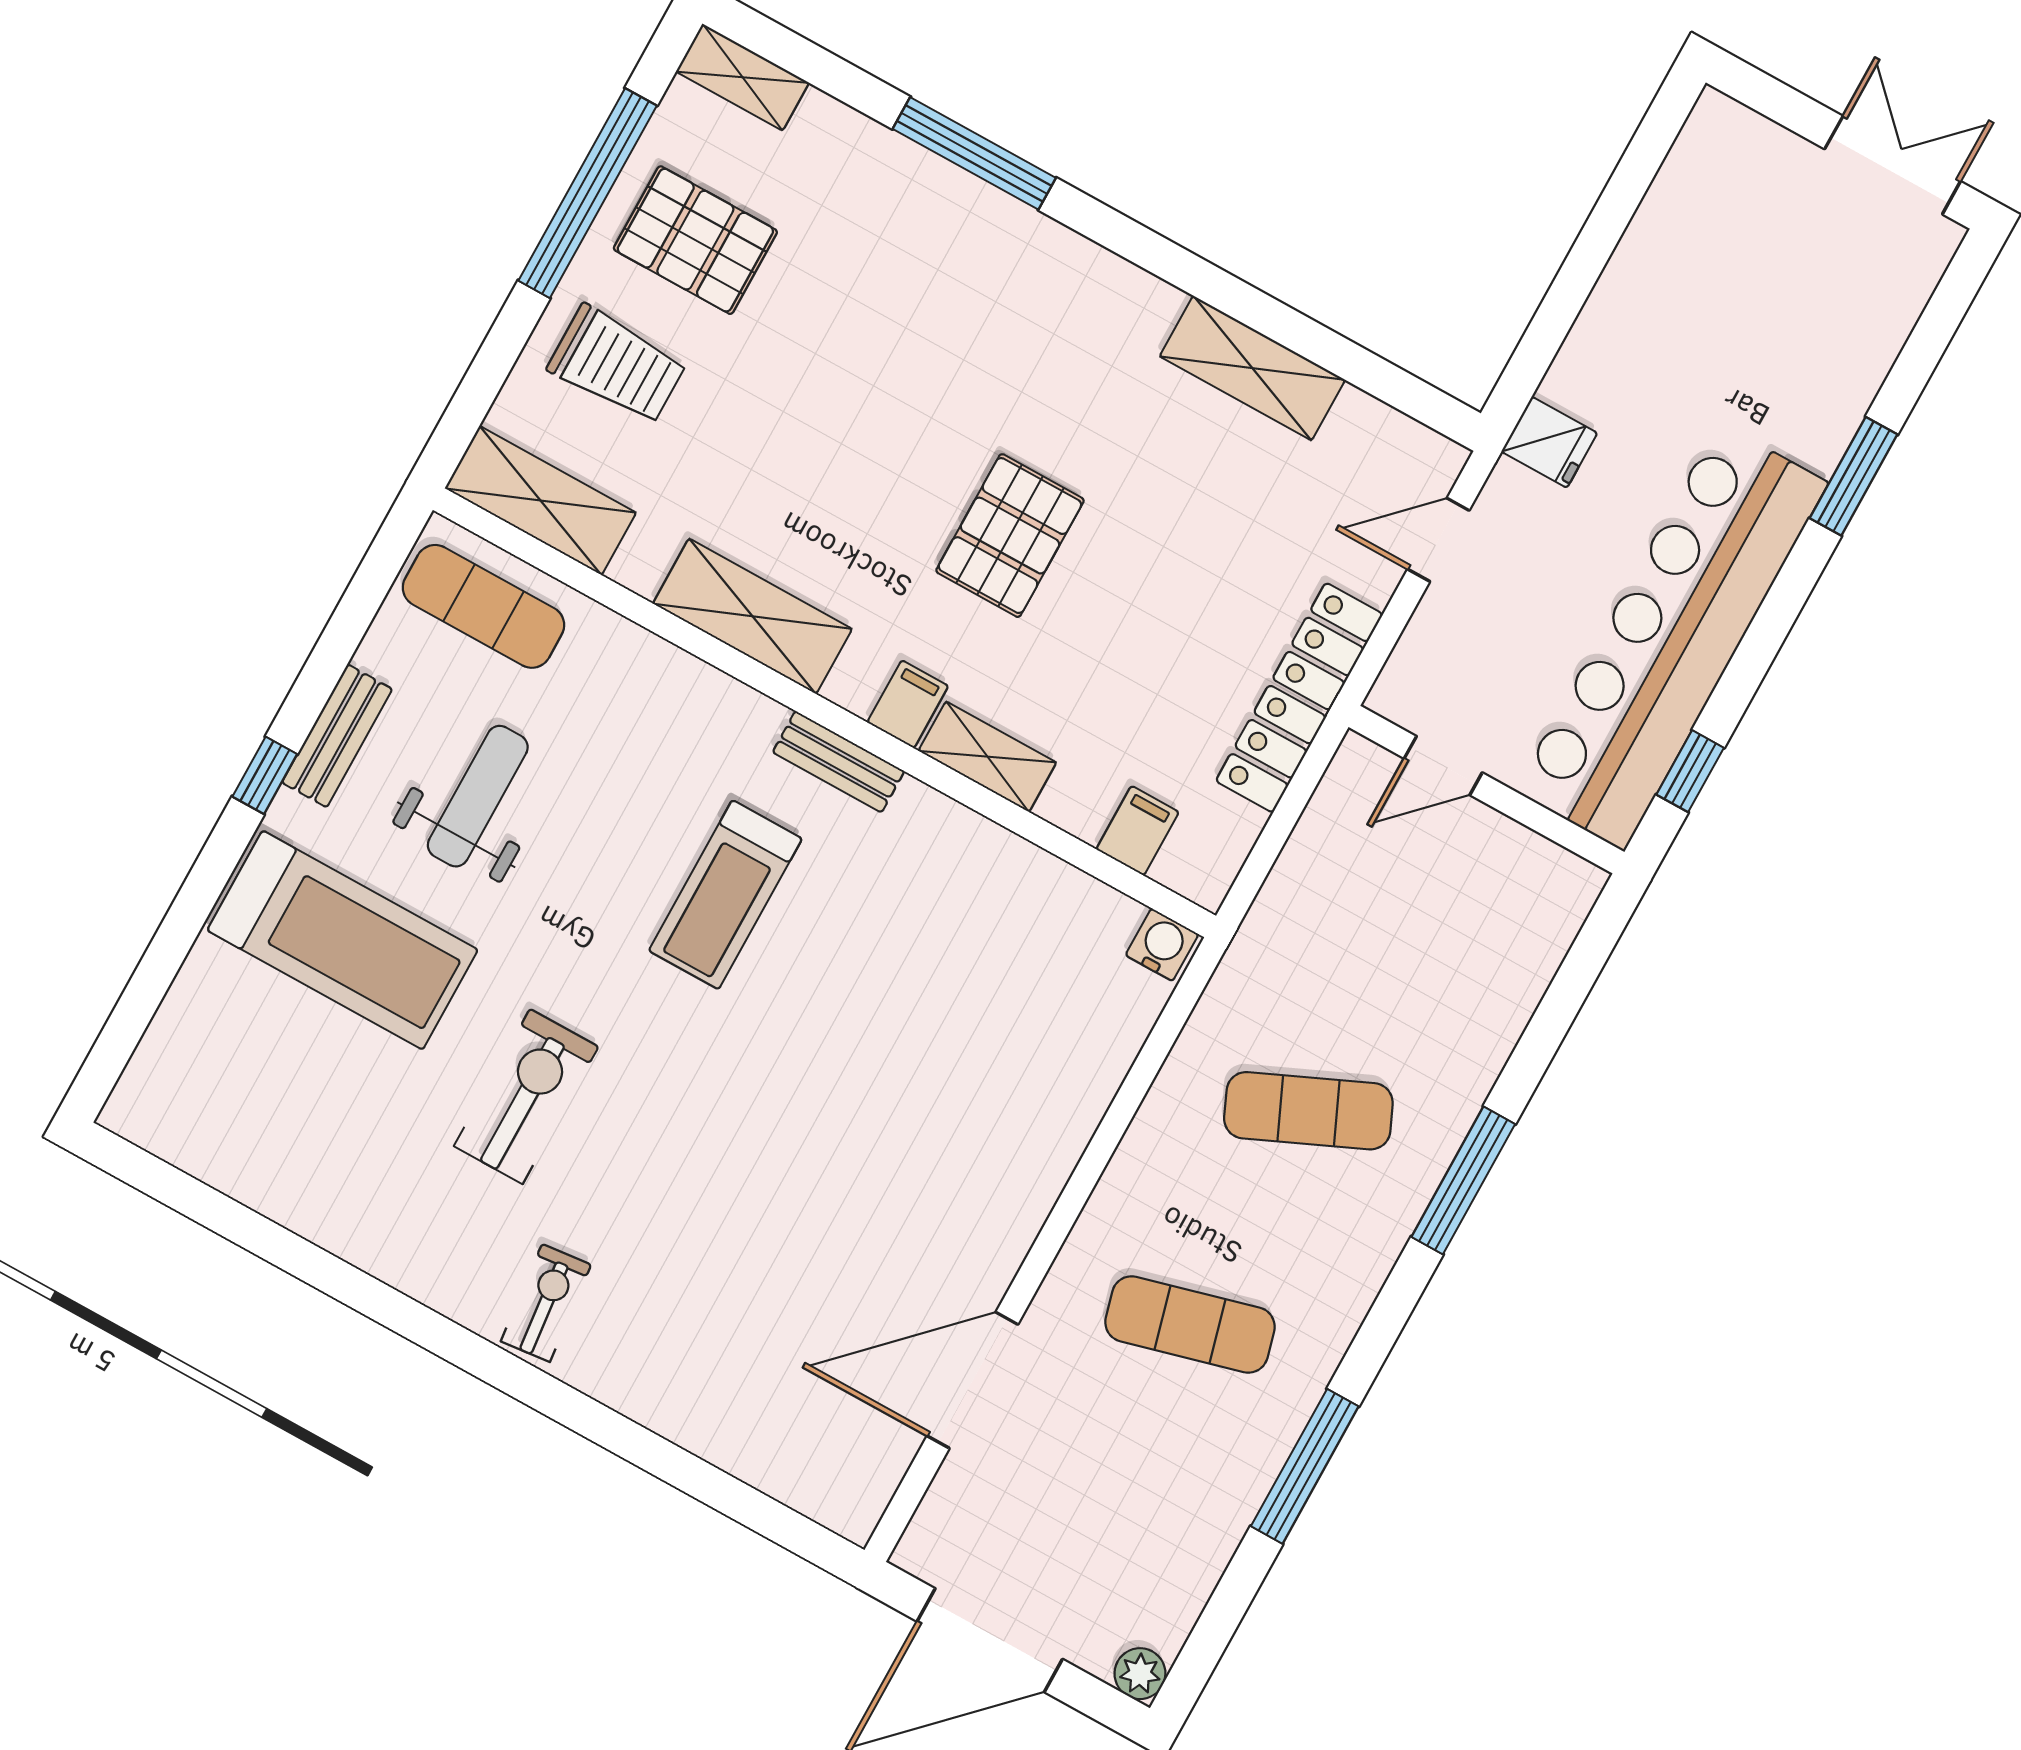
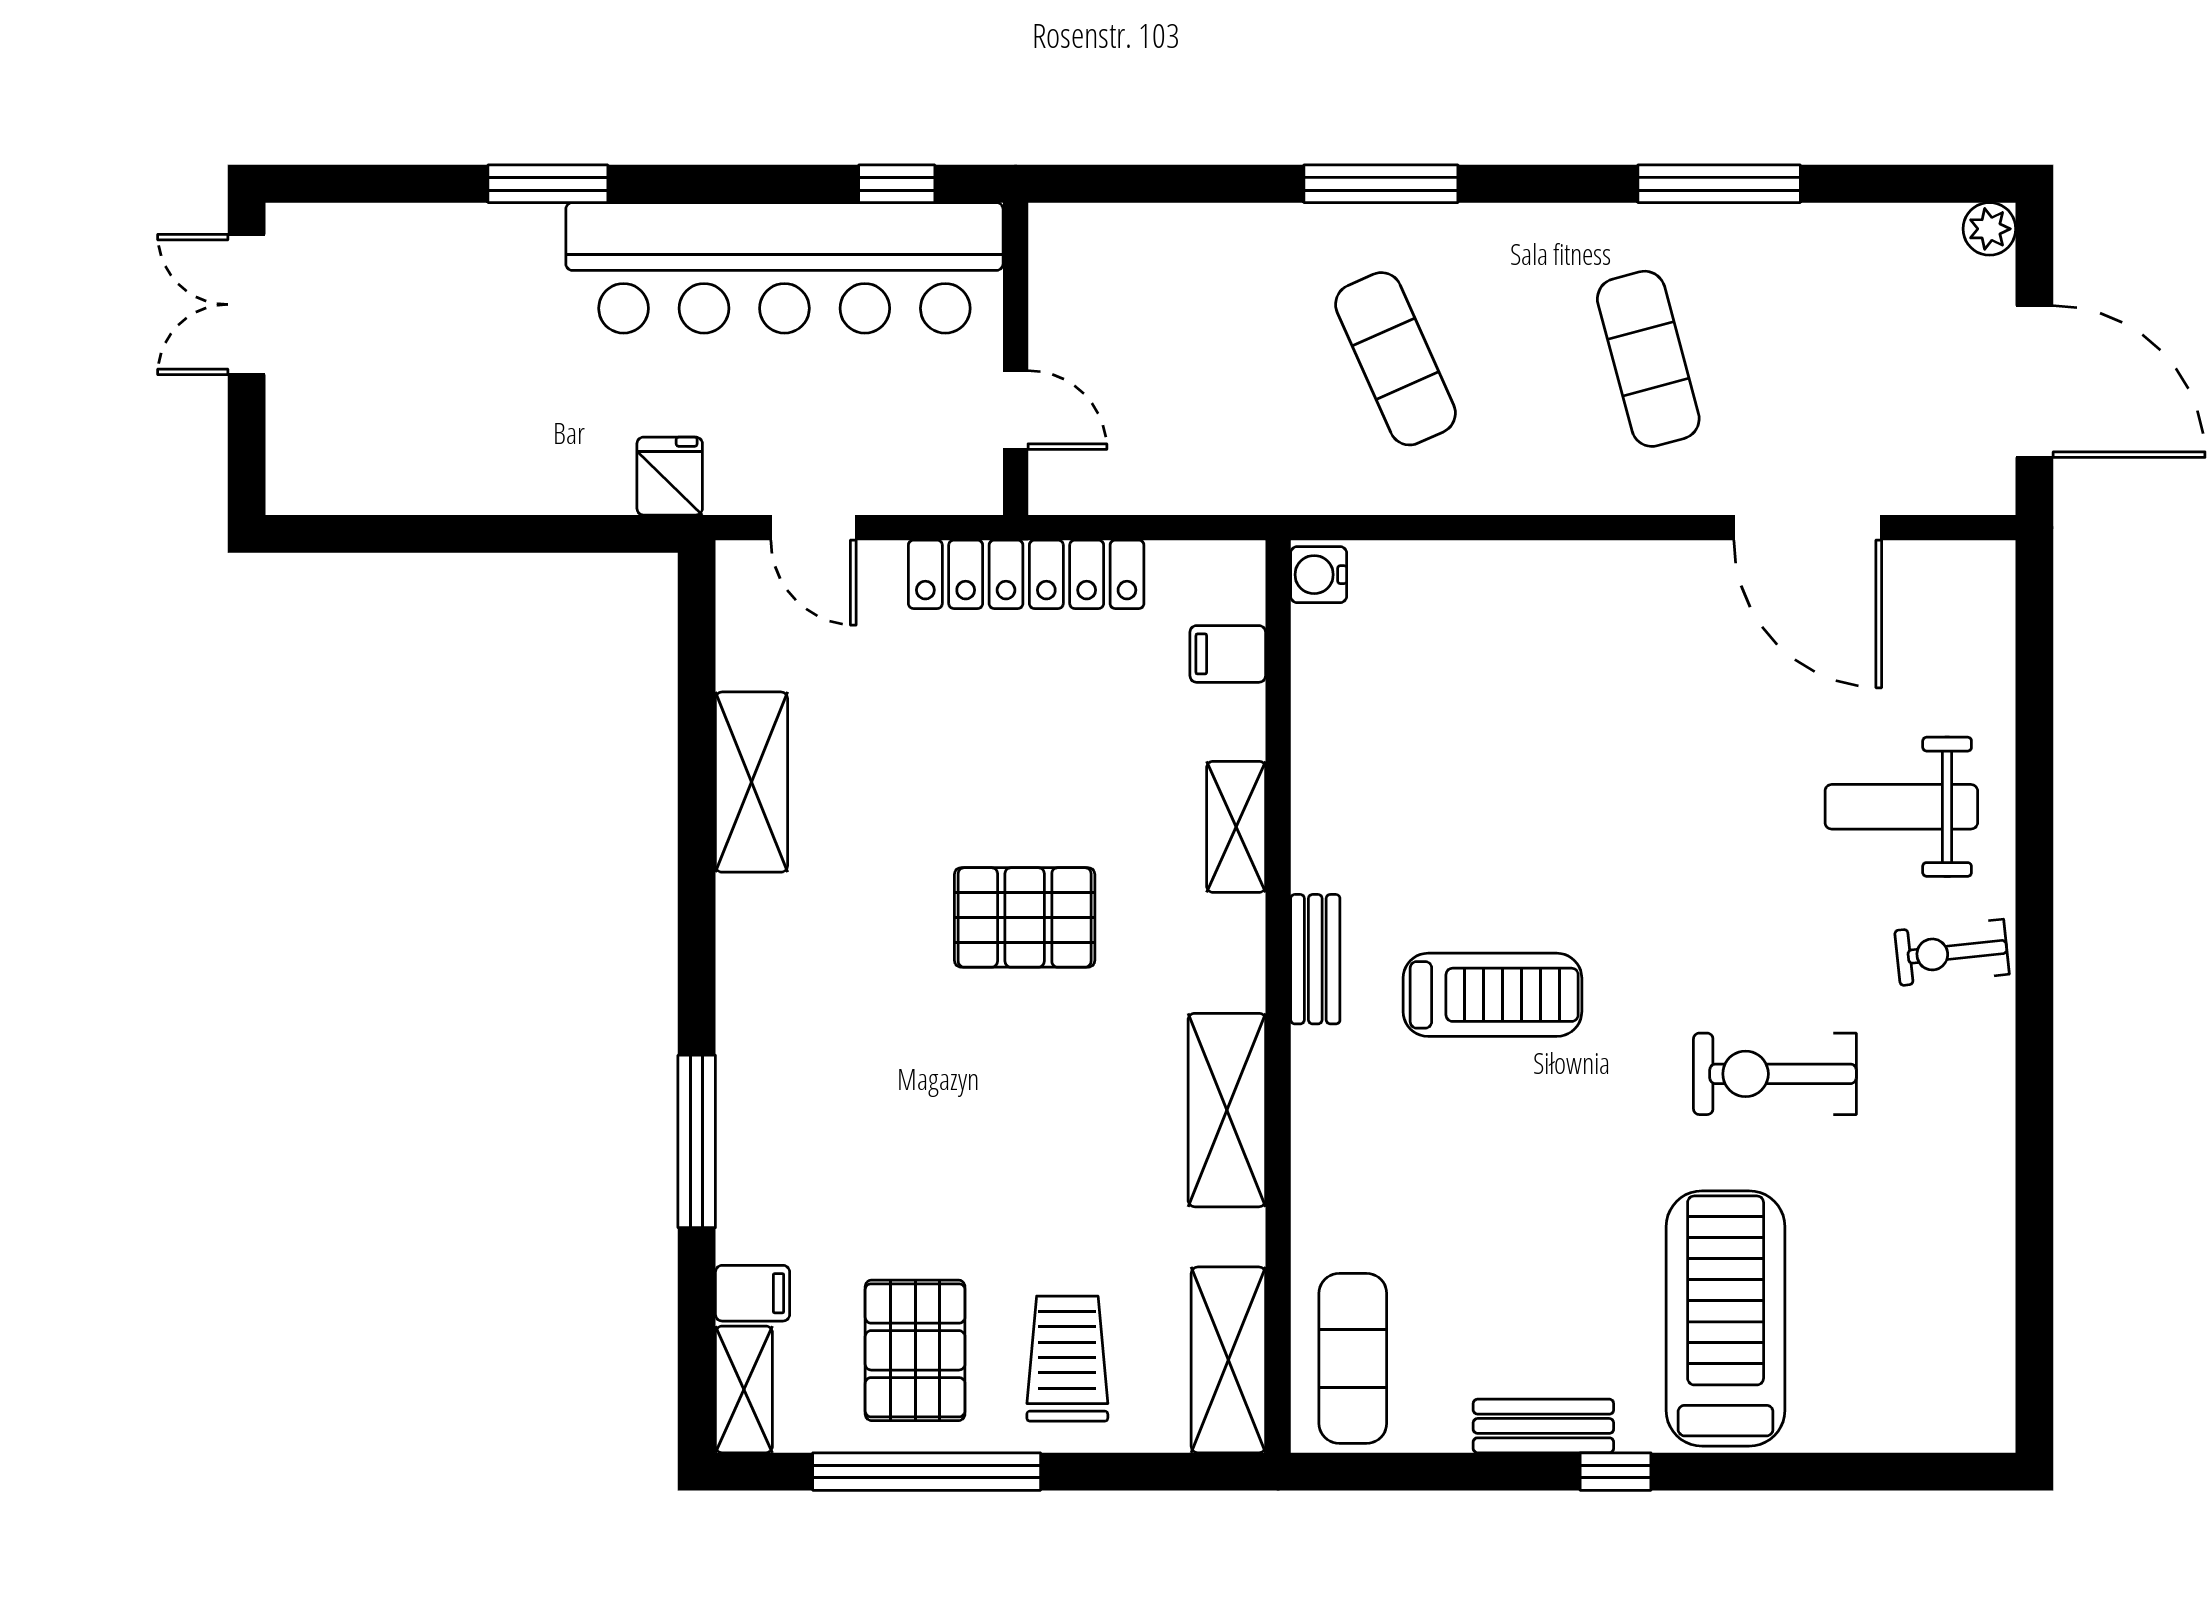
filing cabinet: (908, 704) -> (753, 1293), moved, turned 180
weight bench: (478, 796) -> (1901, 807), moved

